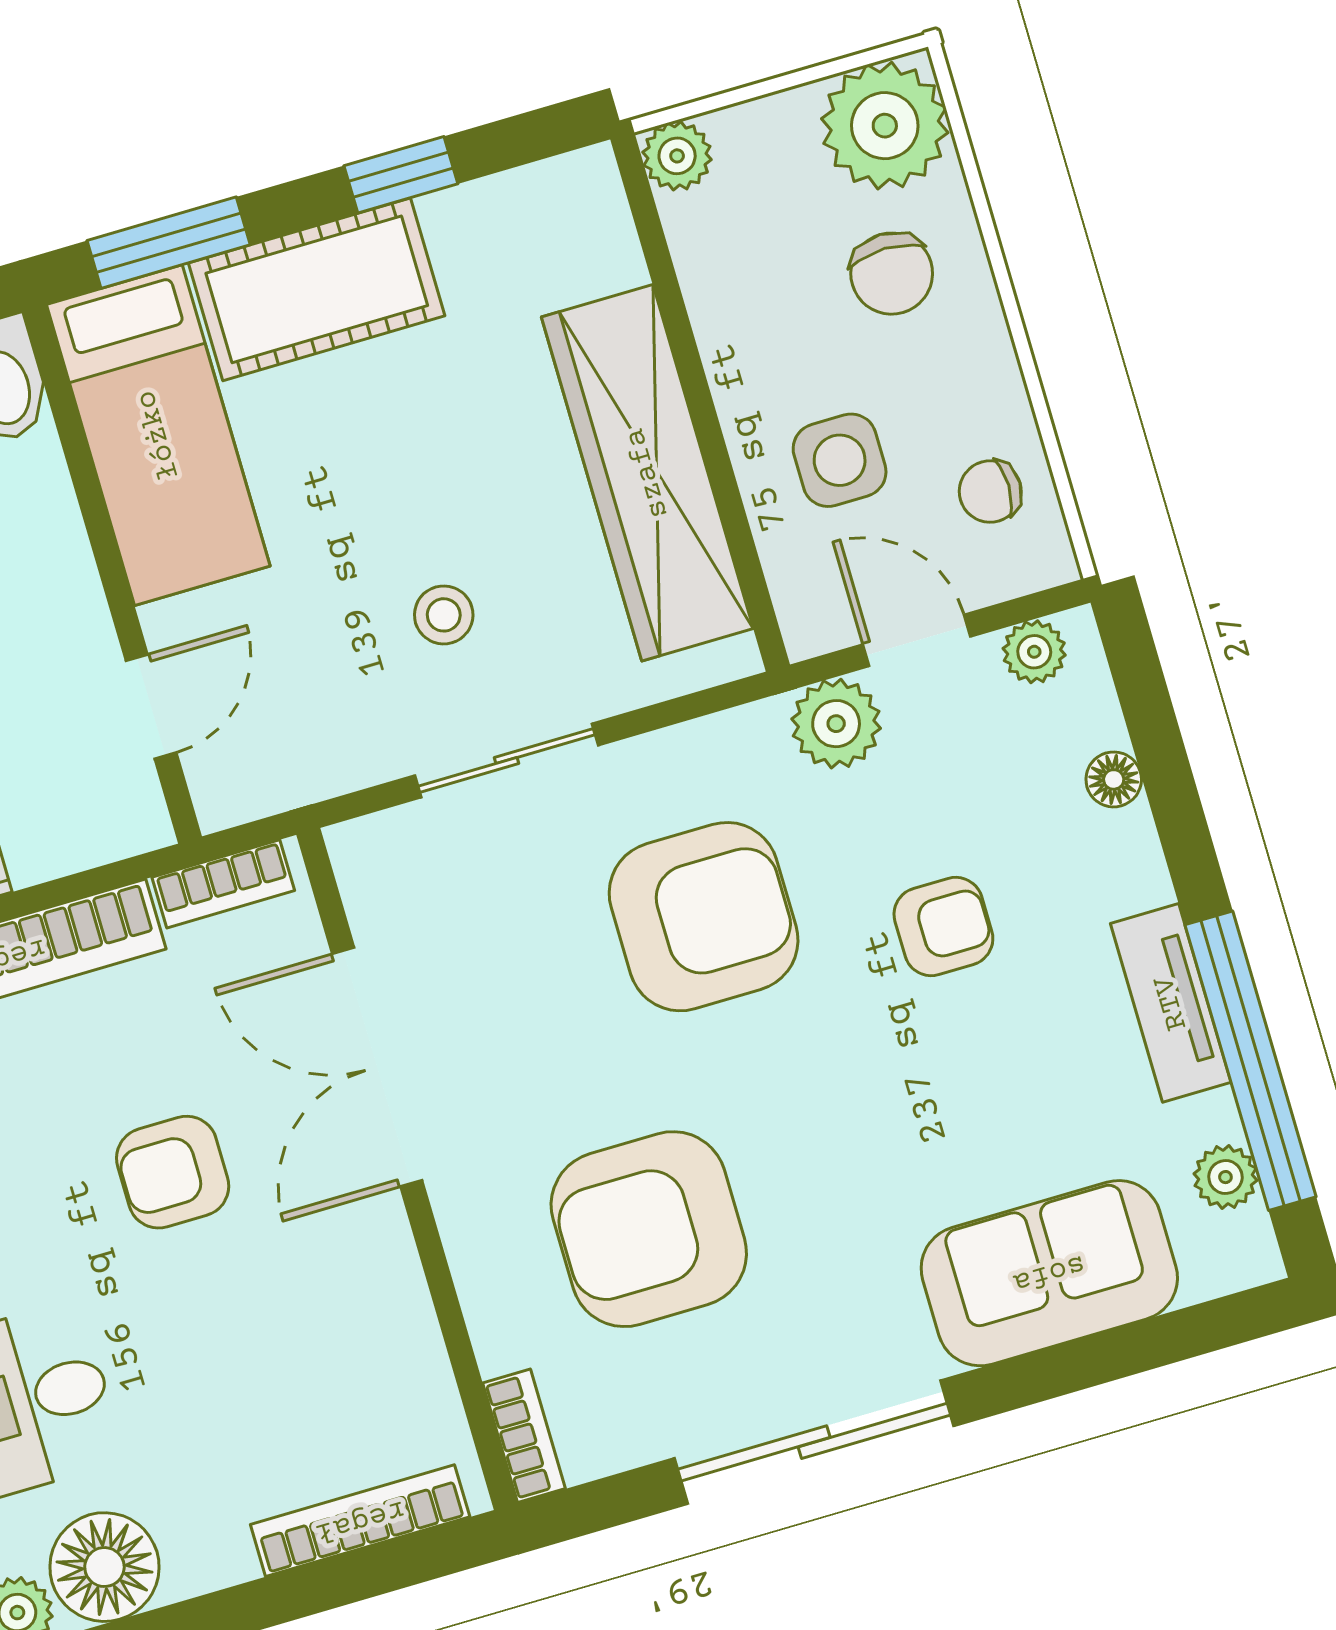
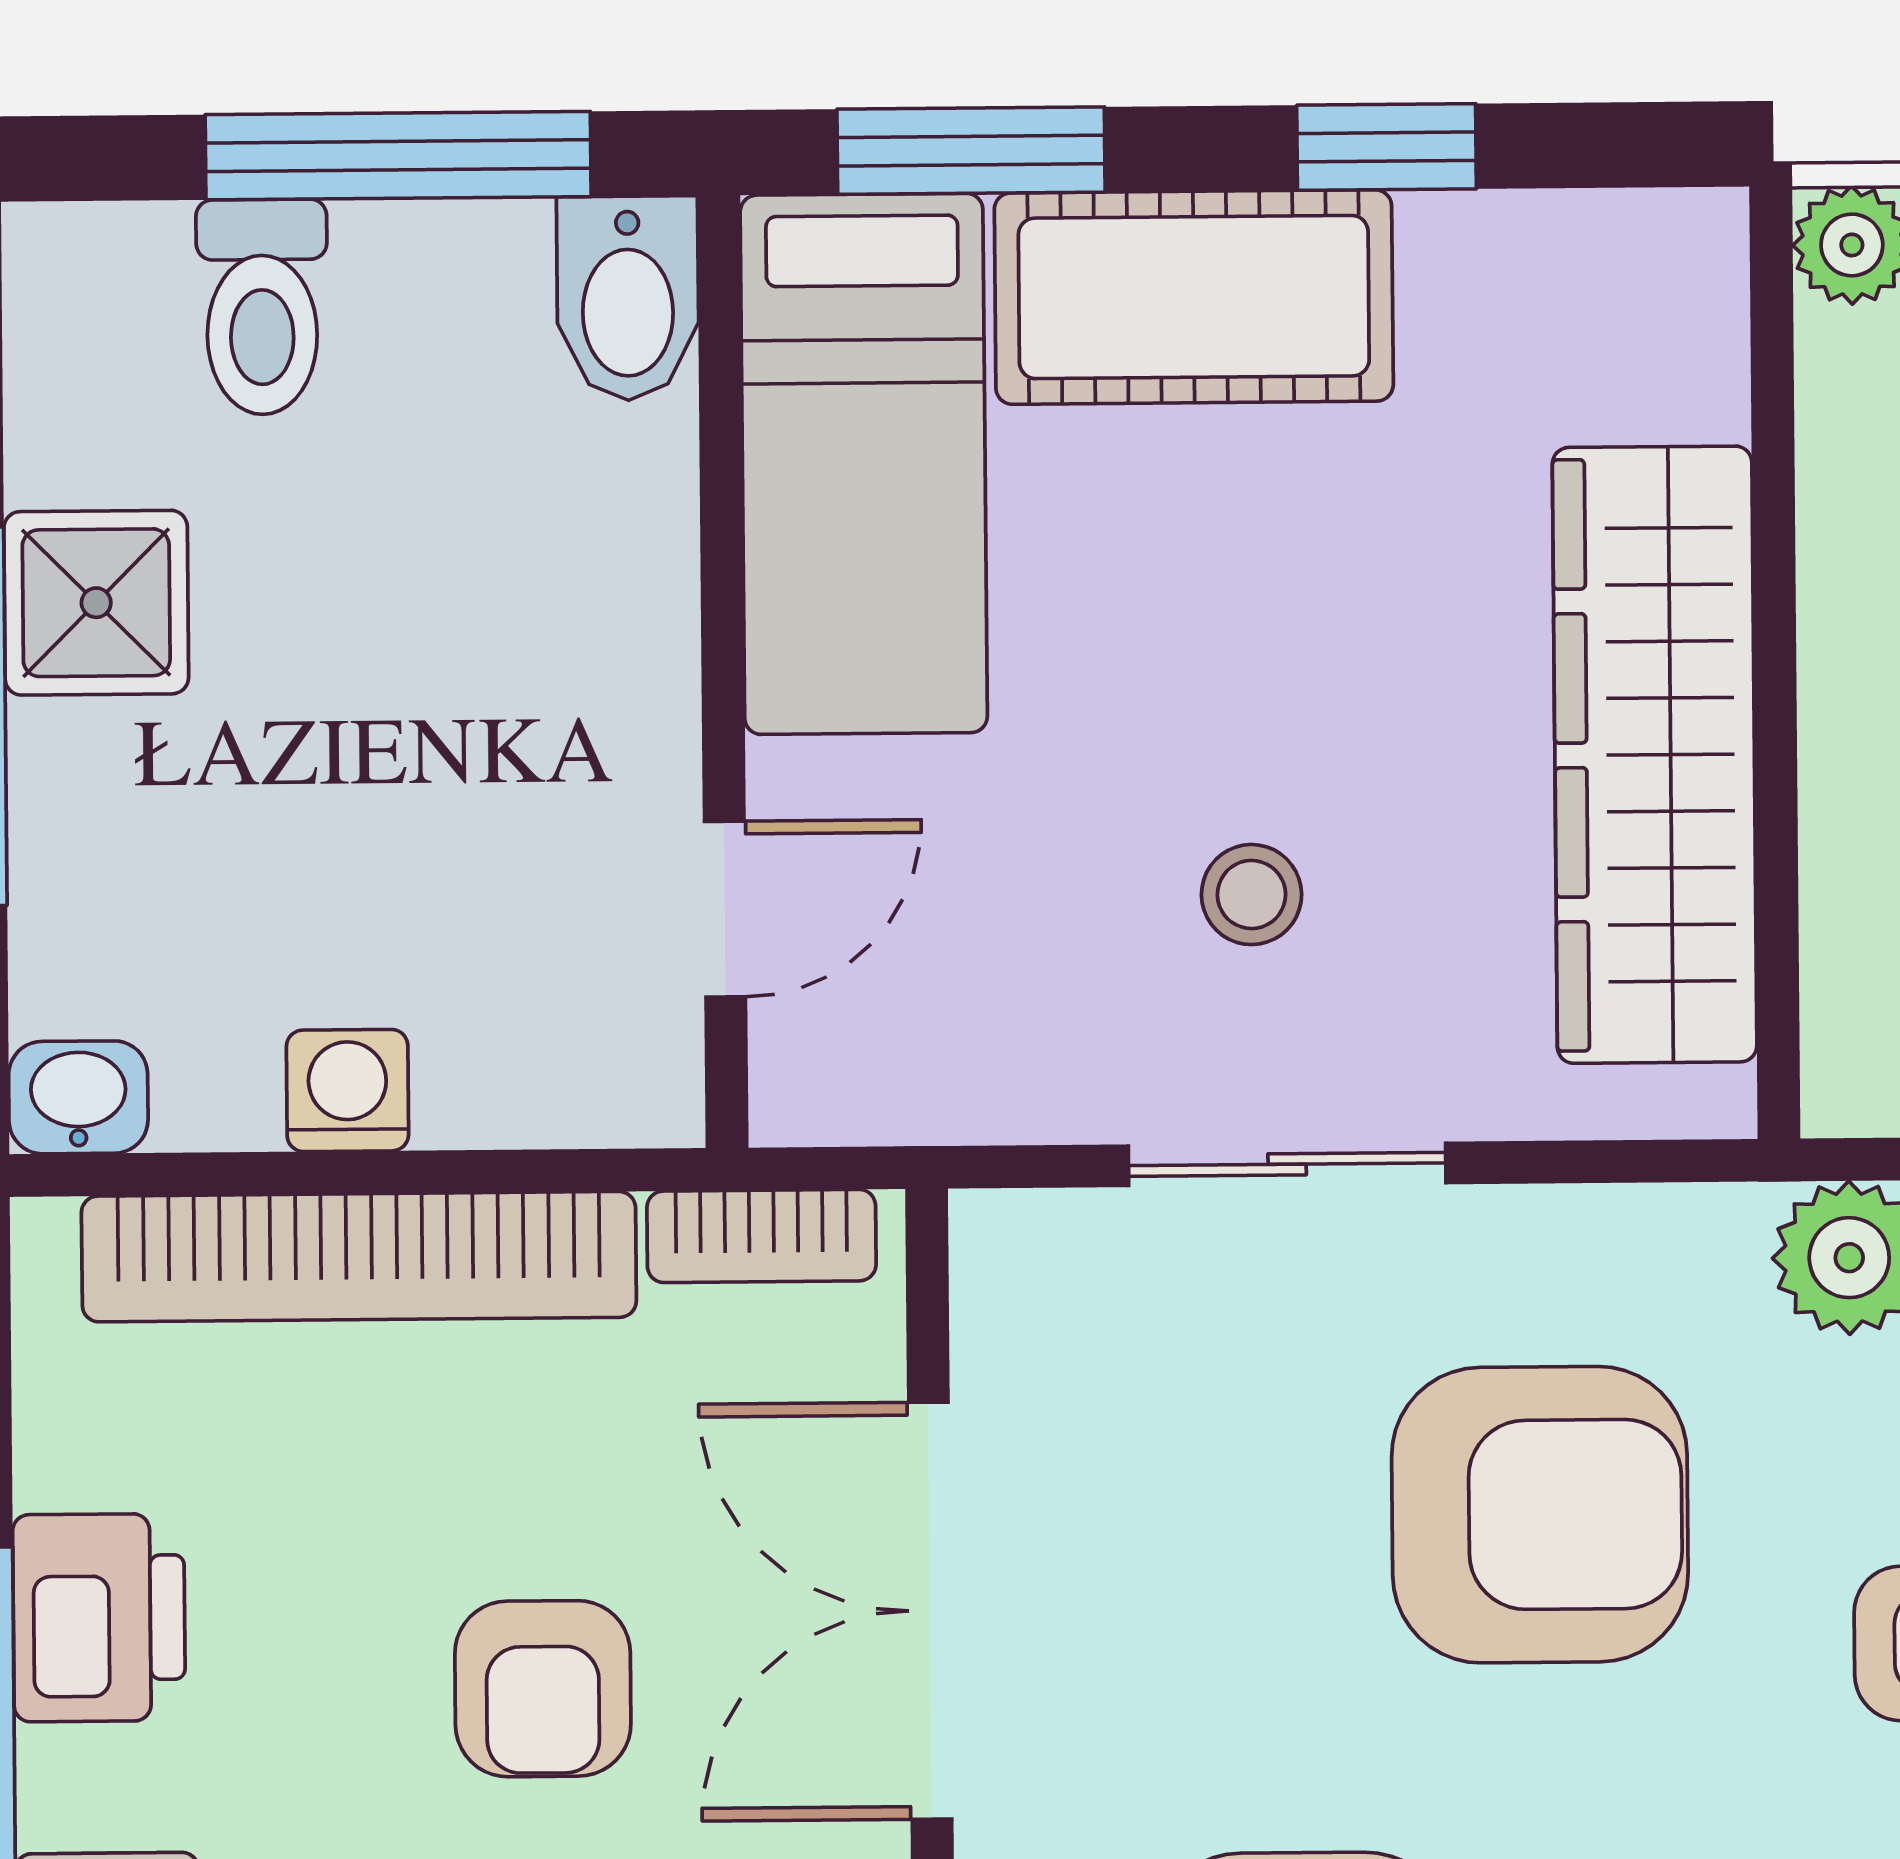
armchair: (173, 1172) -> (543, 1689), turned -90

